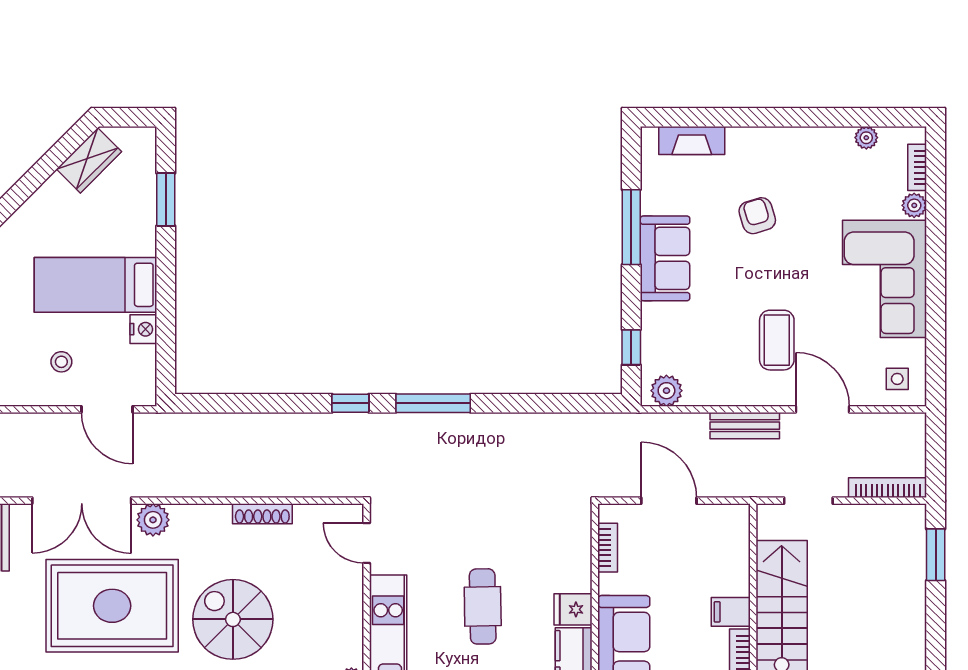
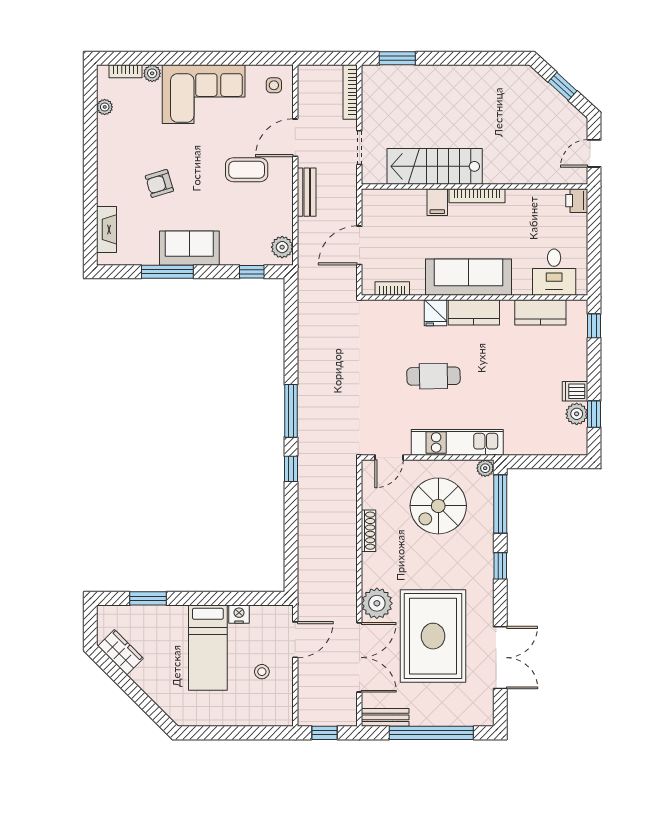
plant: (153, 520) -> (377, 603), width x1.36, depth x1.36
spiral stairs: (233, 619) -> (438, 506), moved

